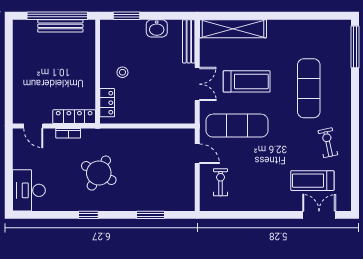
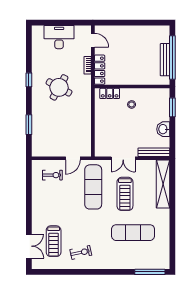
exercise mat: (309, 88) -> (133, 233), moved
door: (33, 126) -> (93, 40), swing flipped
treadmill: (312, 181) -> (54, 241), turned 180
desk: (29, 190) -> (59, 37), moved

